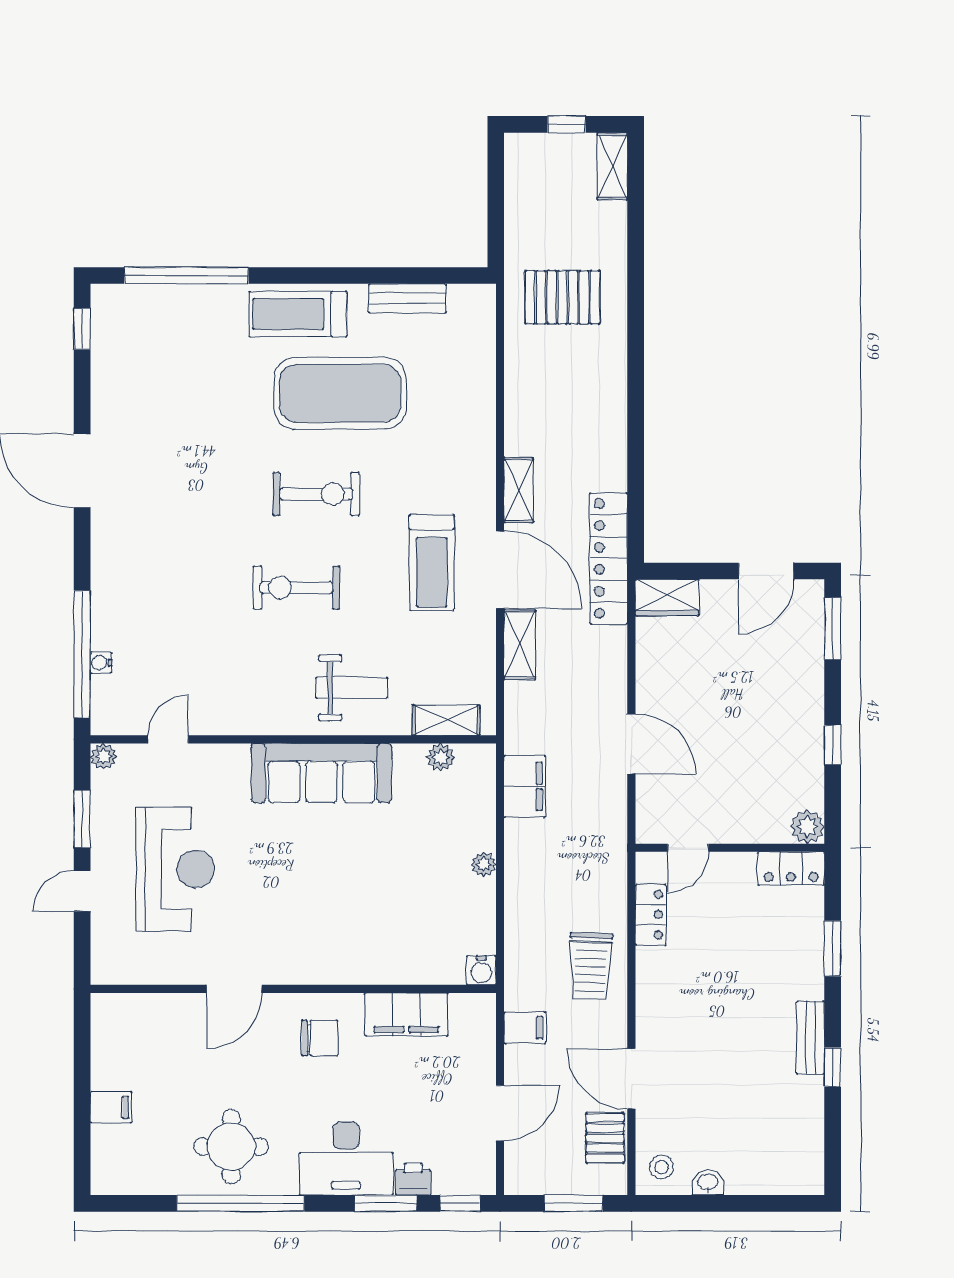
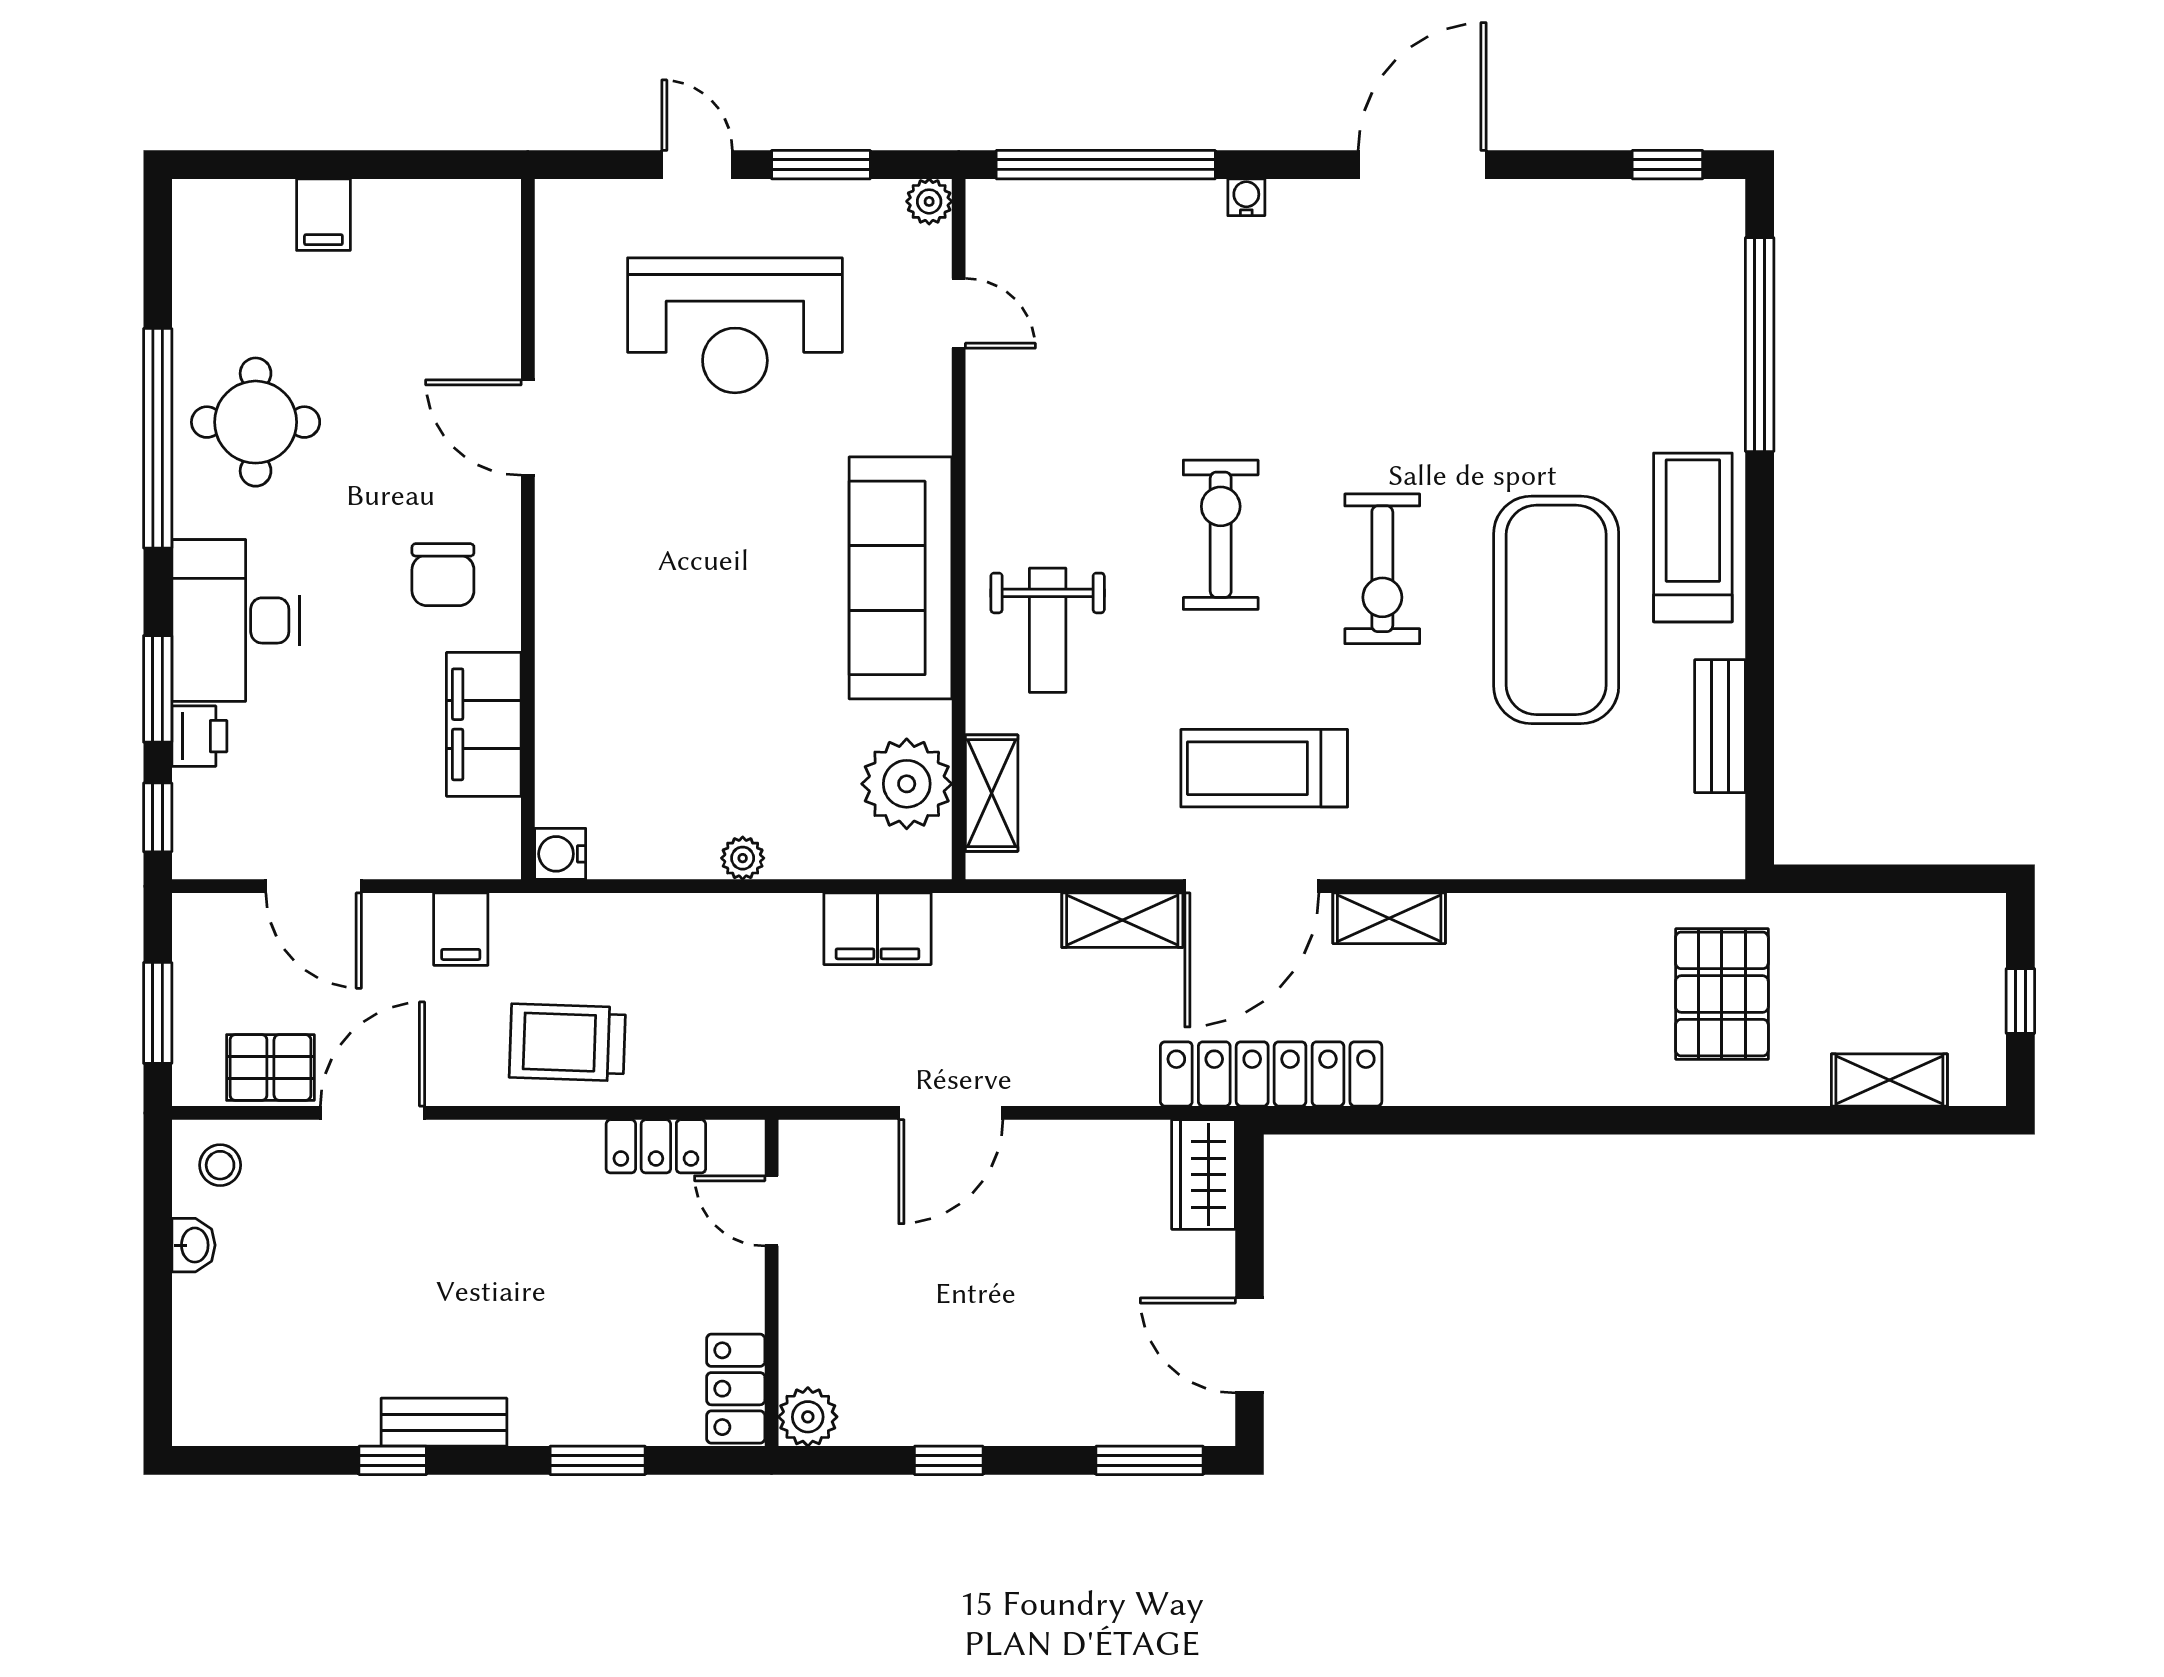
shelving: (612, 166) -> (1889, 1080), moved
water cooler: (101, 663) -> (1246, 197), moved
plant: (441, 757) -> (907, 784), width x1.88, depth x1.88

